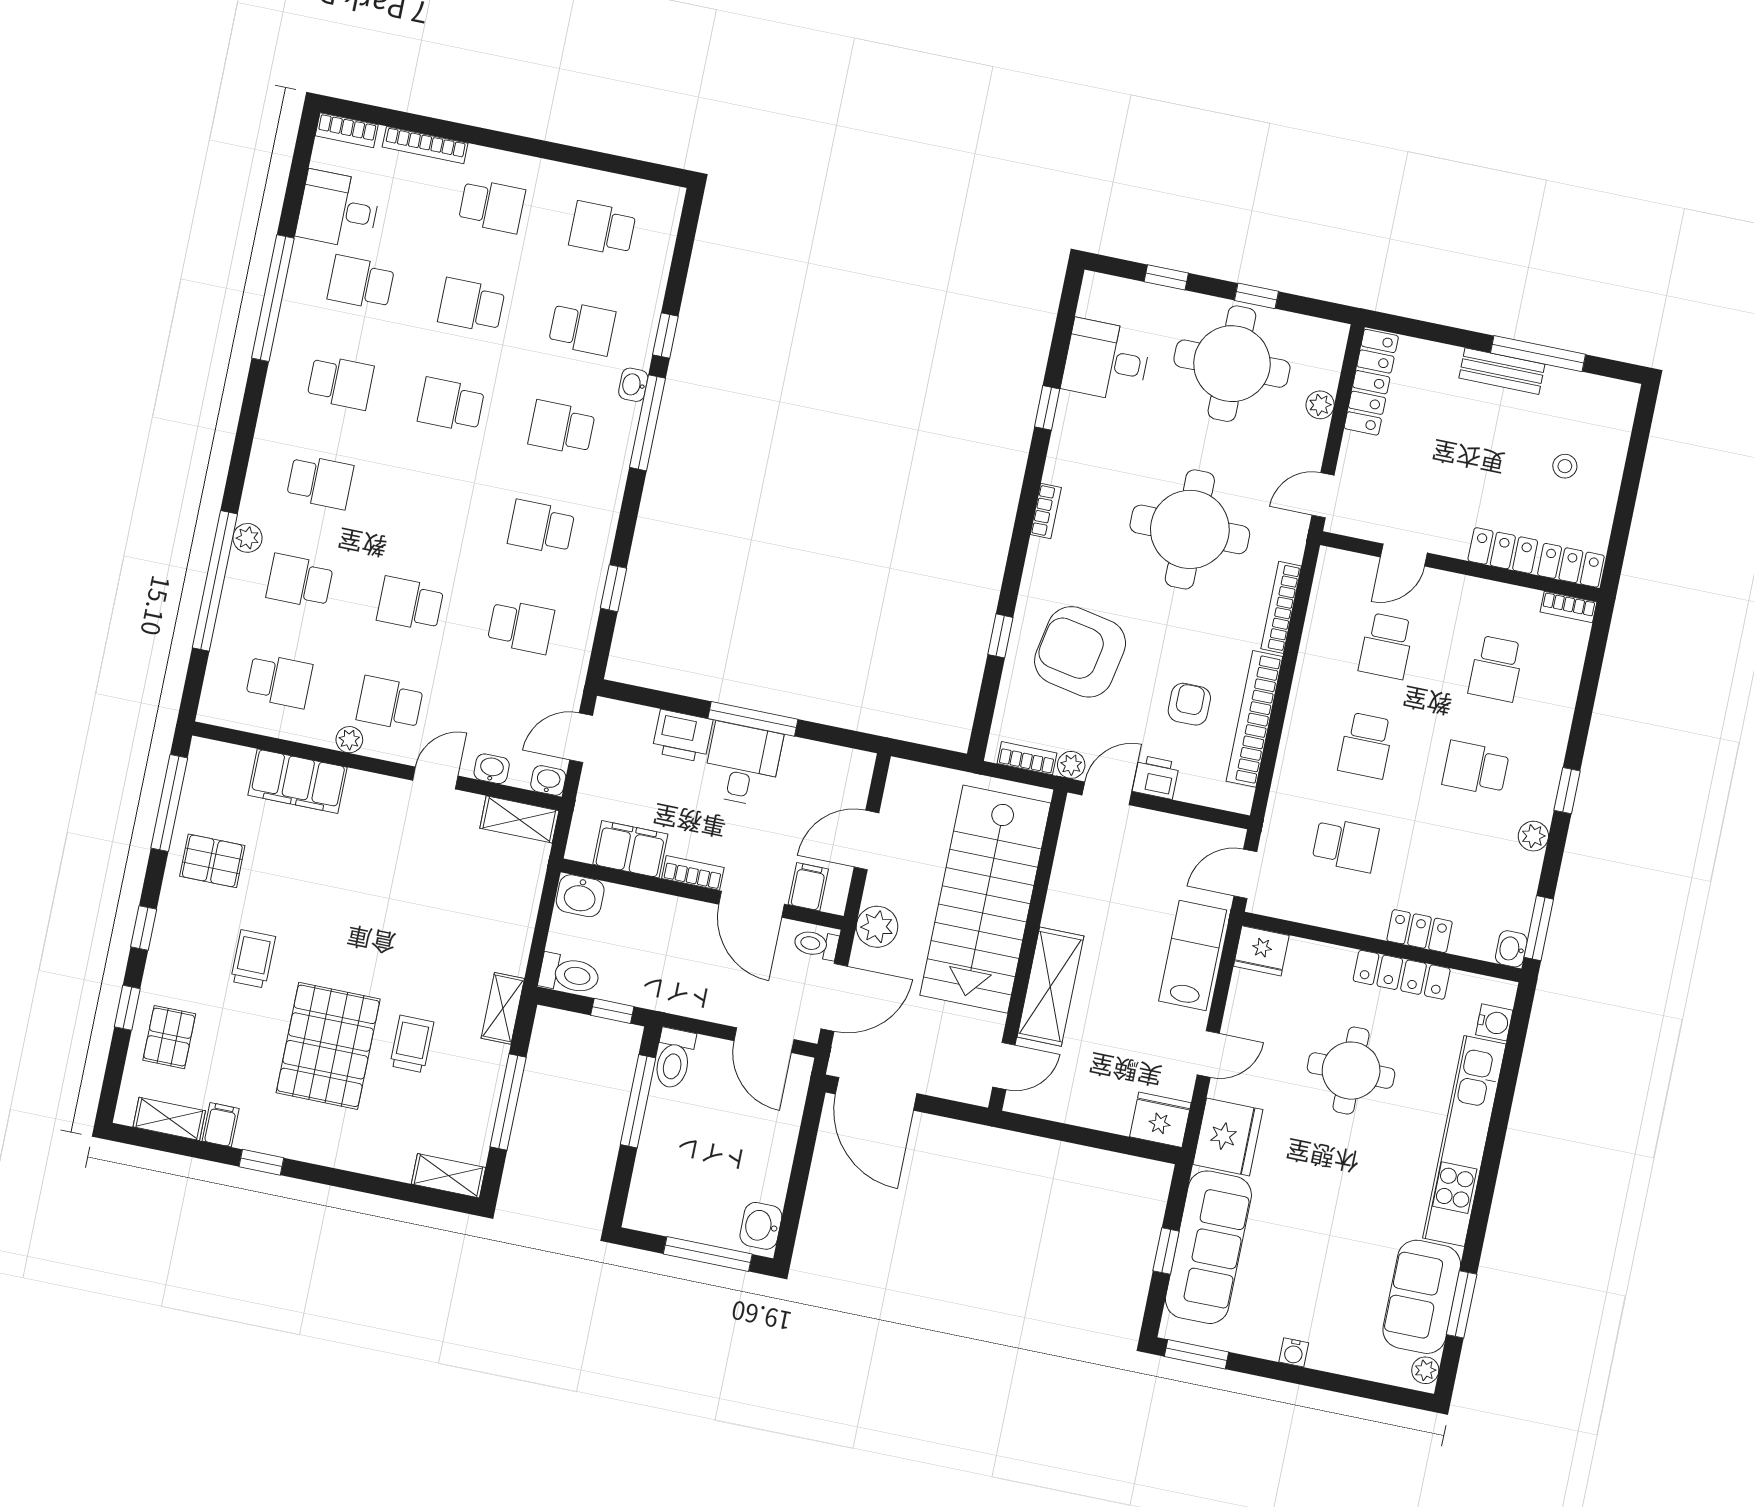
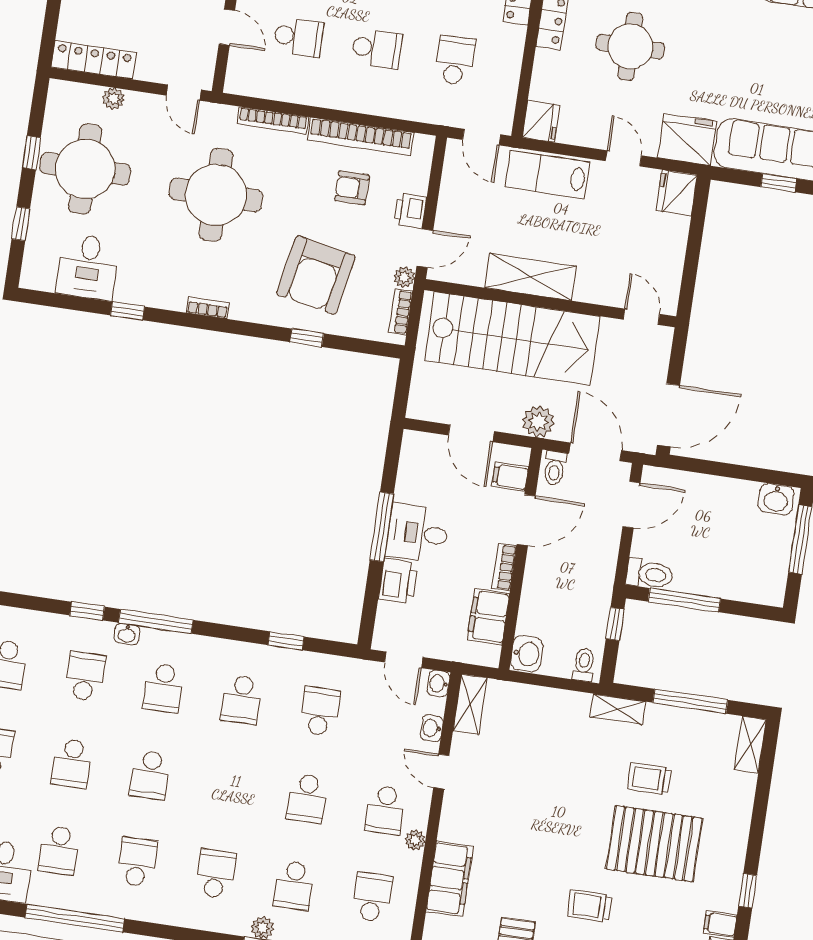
door: (1107, 793) -> (425, 248), swing flipped
toilet: (569, 974) -> (584, 665), width x0.73, depth x0.72
shelving: (1050, 987) -> (531, 277), moved

